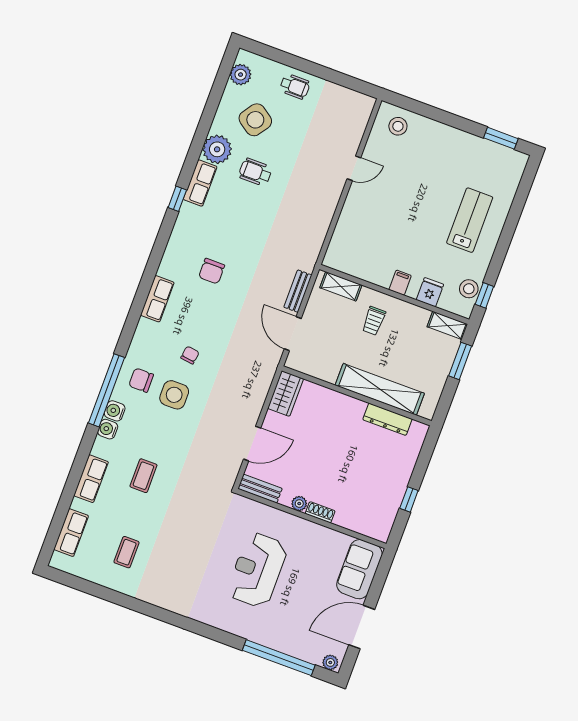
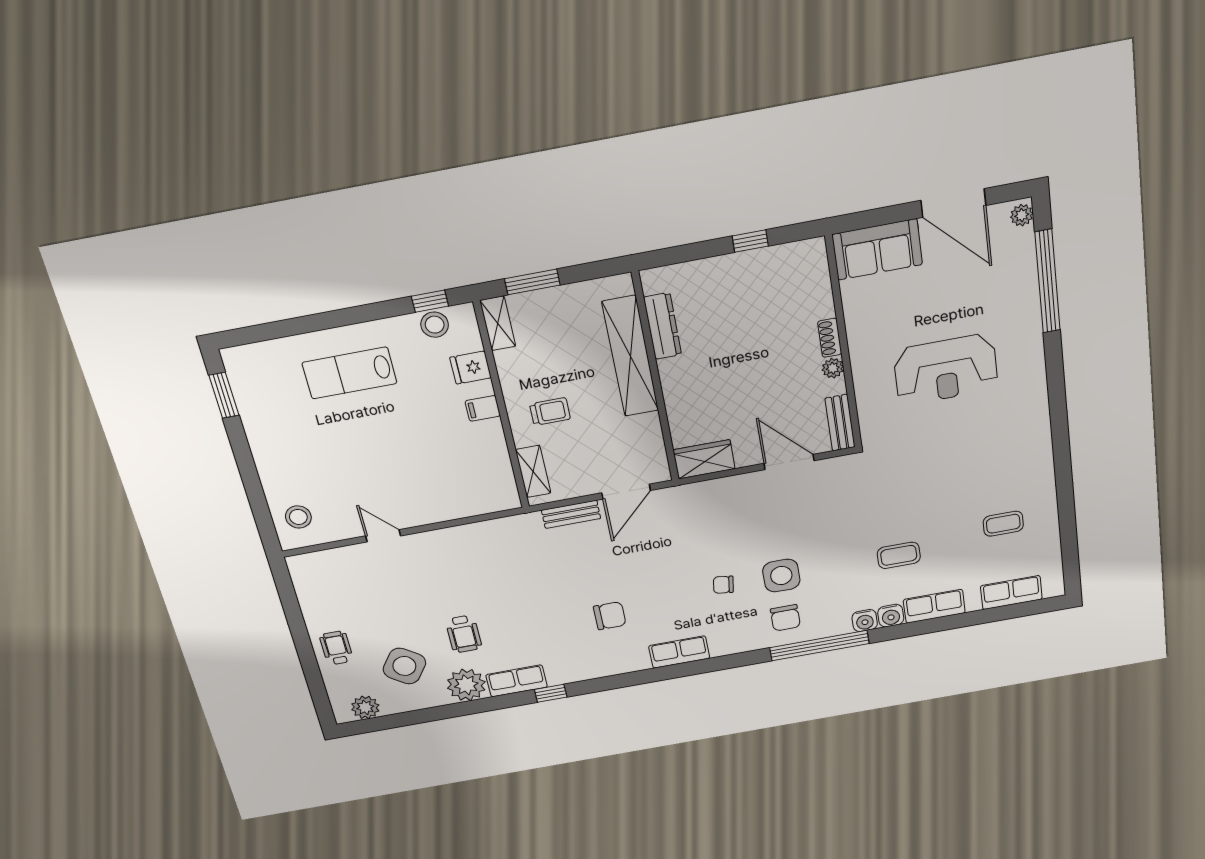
water cooler: (115, 411) -> (891, 616), moved

